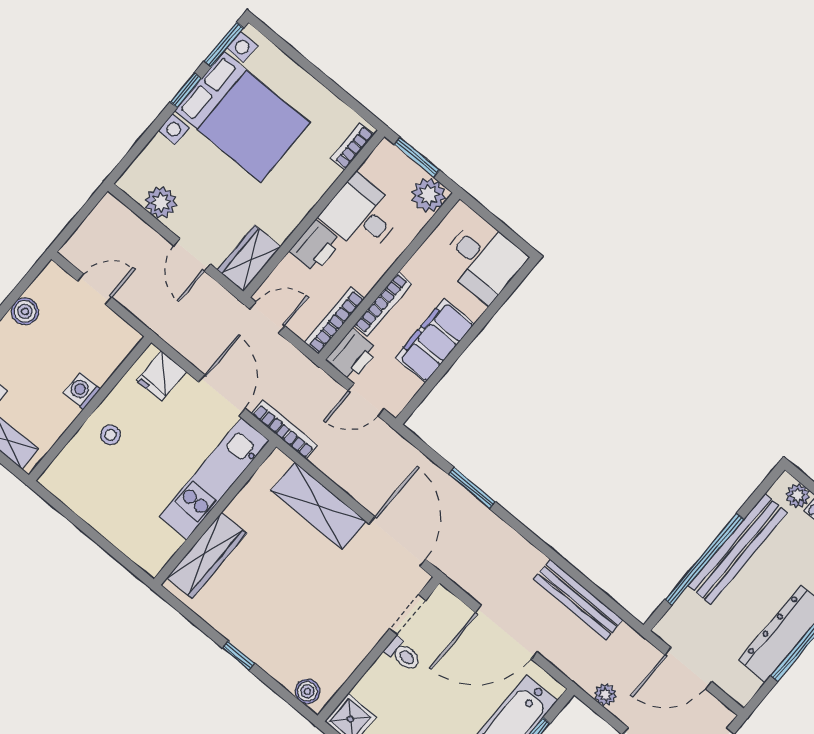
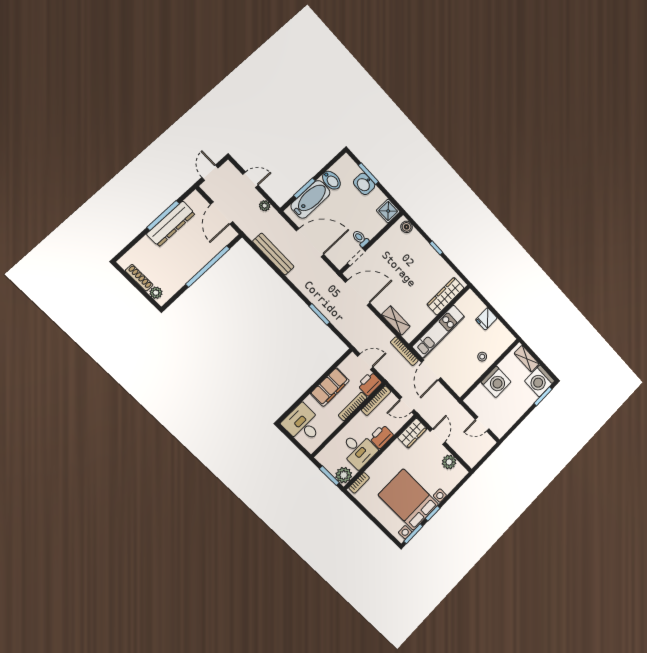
plant: (428, 195) -> (344, 475), moved
boiler: (25, 311) -> (513, 416), removed
fridge: (161, 376) -> (486, 319), moved, turned 180
washing machine: (82, 391) -> (496, 382), width x1.89, depth x1.89
shelving: (319, 506) -> (396, 321), width x0.67, depth x0.75
door: (397, 541) -> (358, 293), swing flipped
bench: (738, 549) -> (190, 269), removed
door: (688, 668) -> (222, 213), swing flipped

